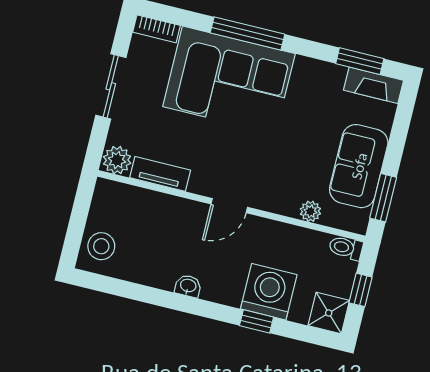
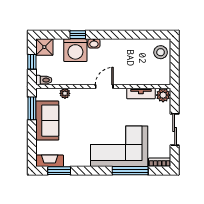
window: (247, 34) -> (130, 171), moved
washbasin: (188, 286) -> (94, 43), moved

